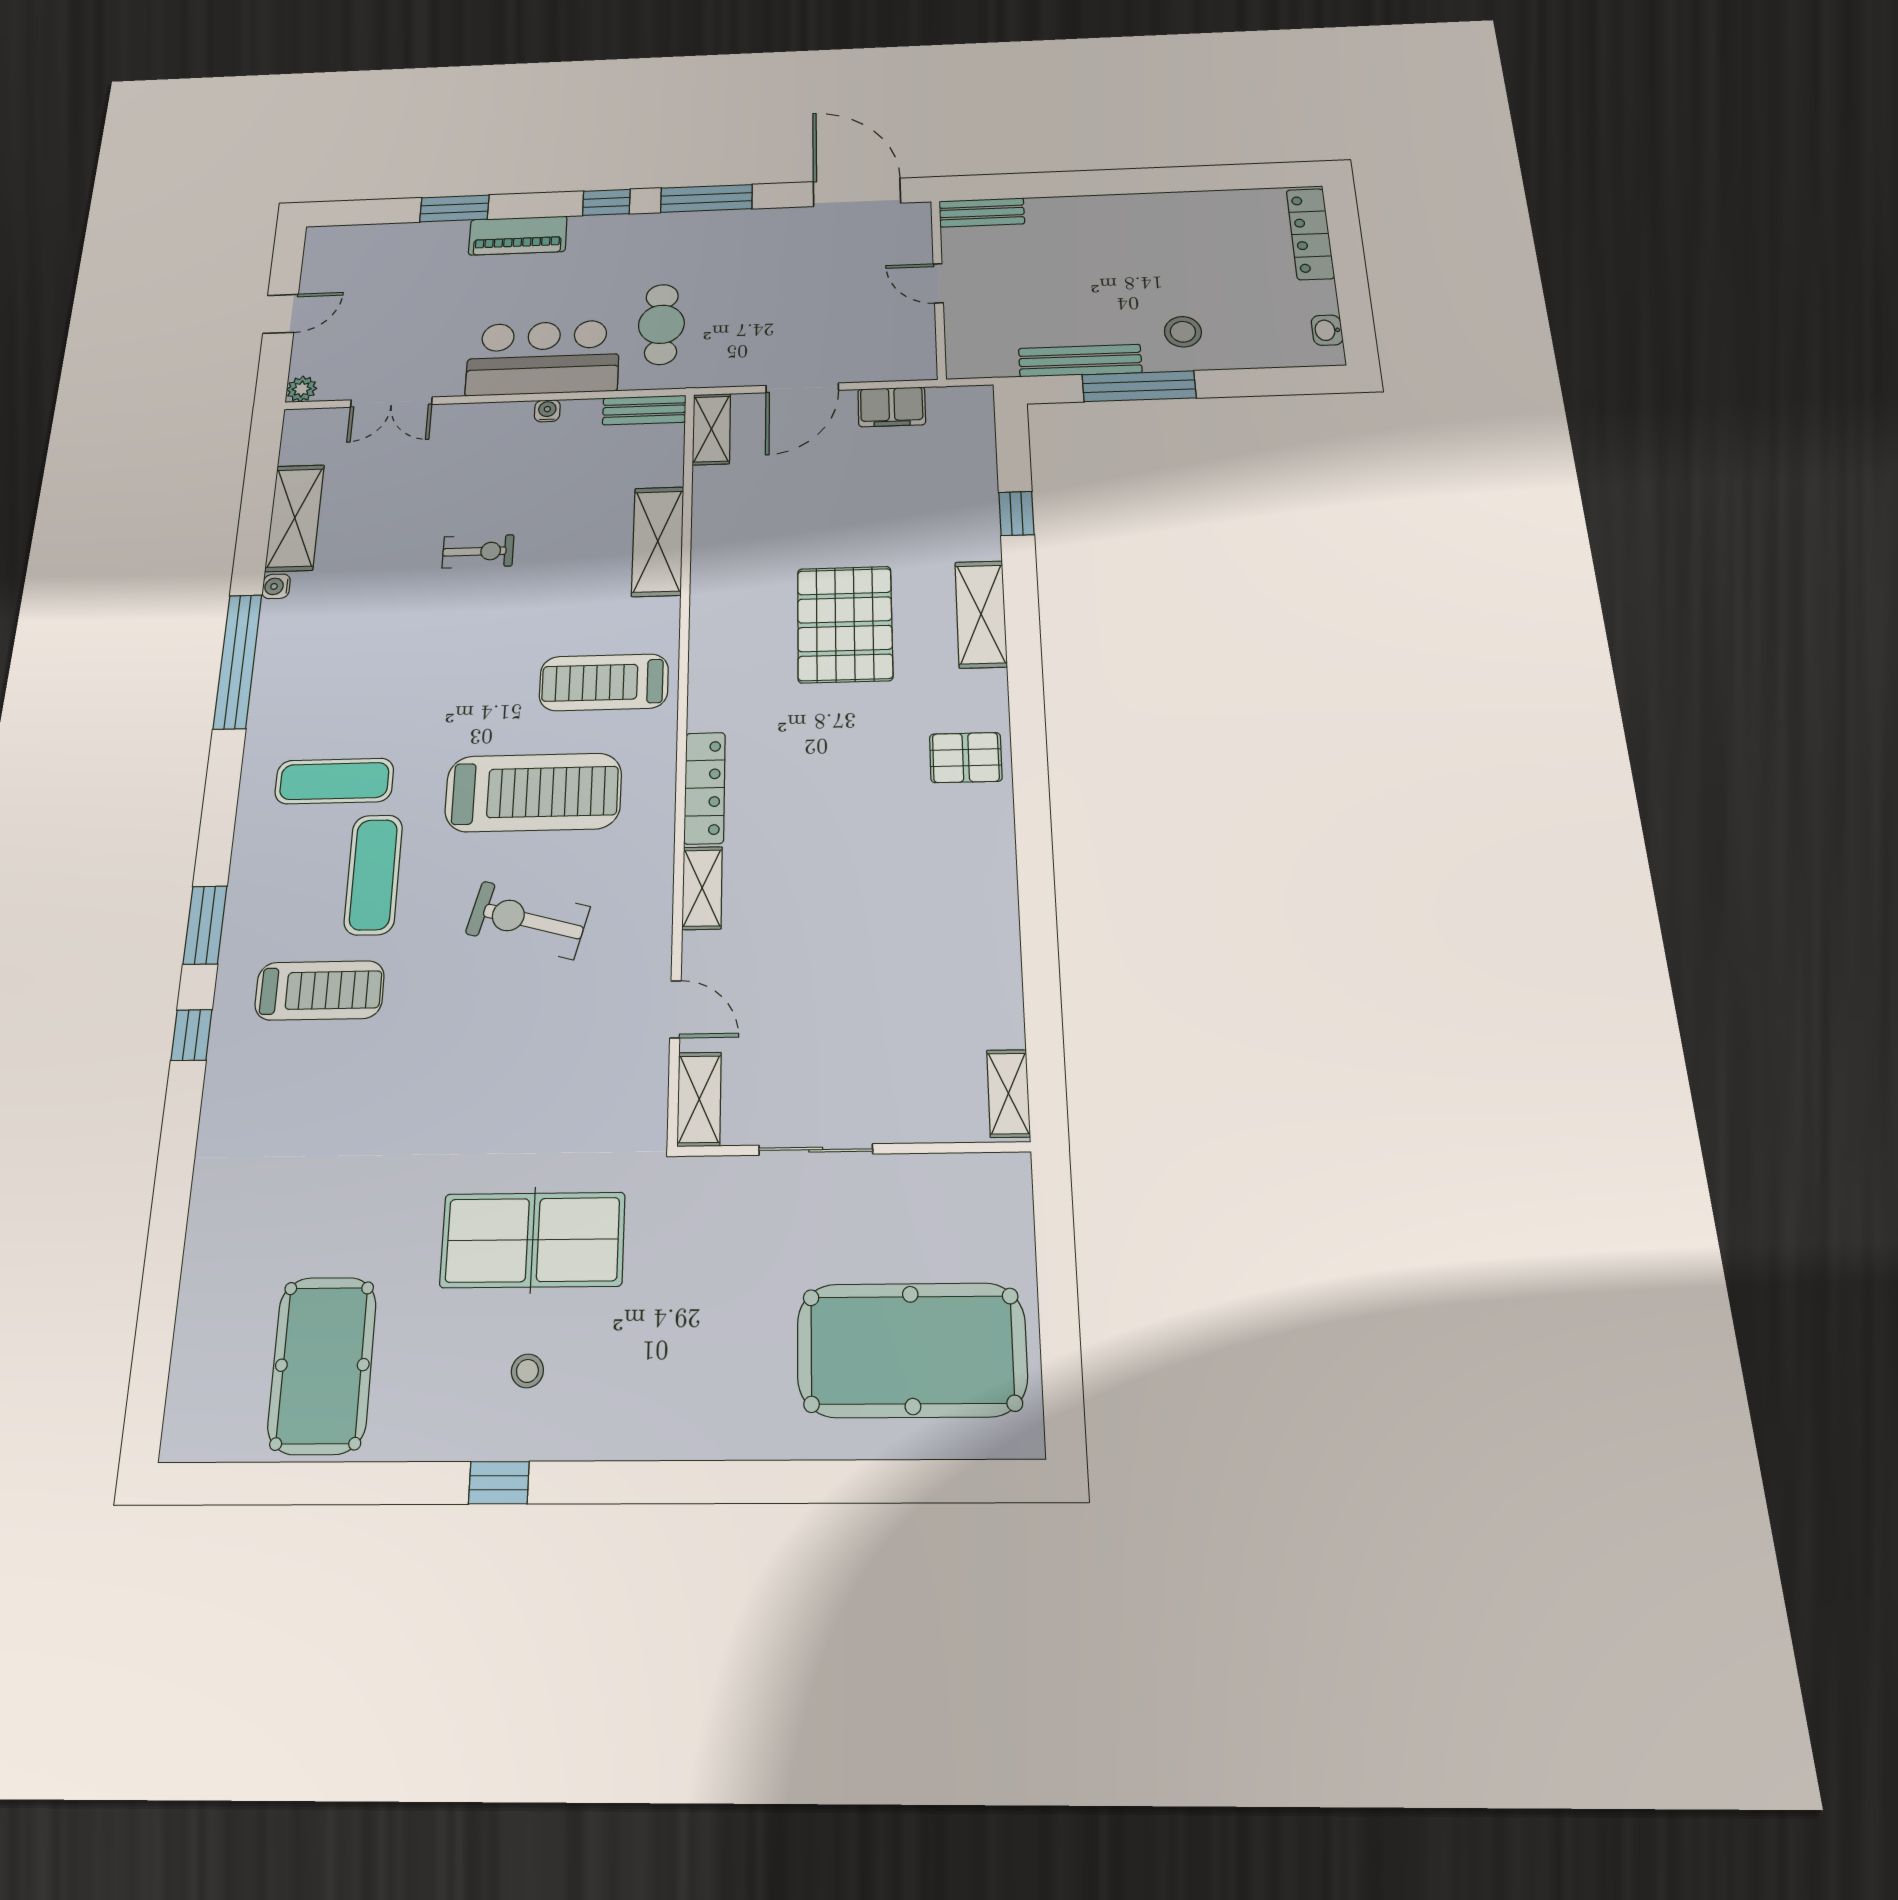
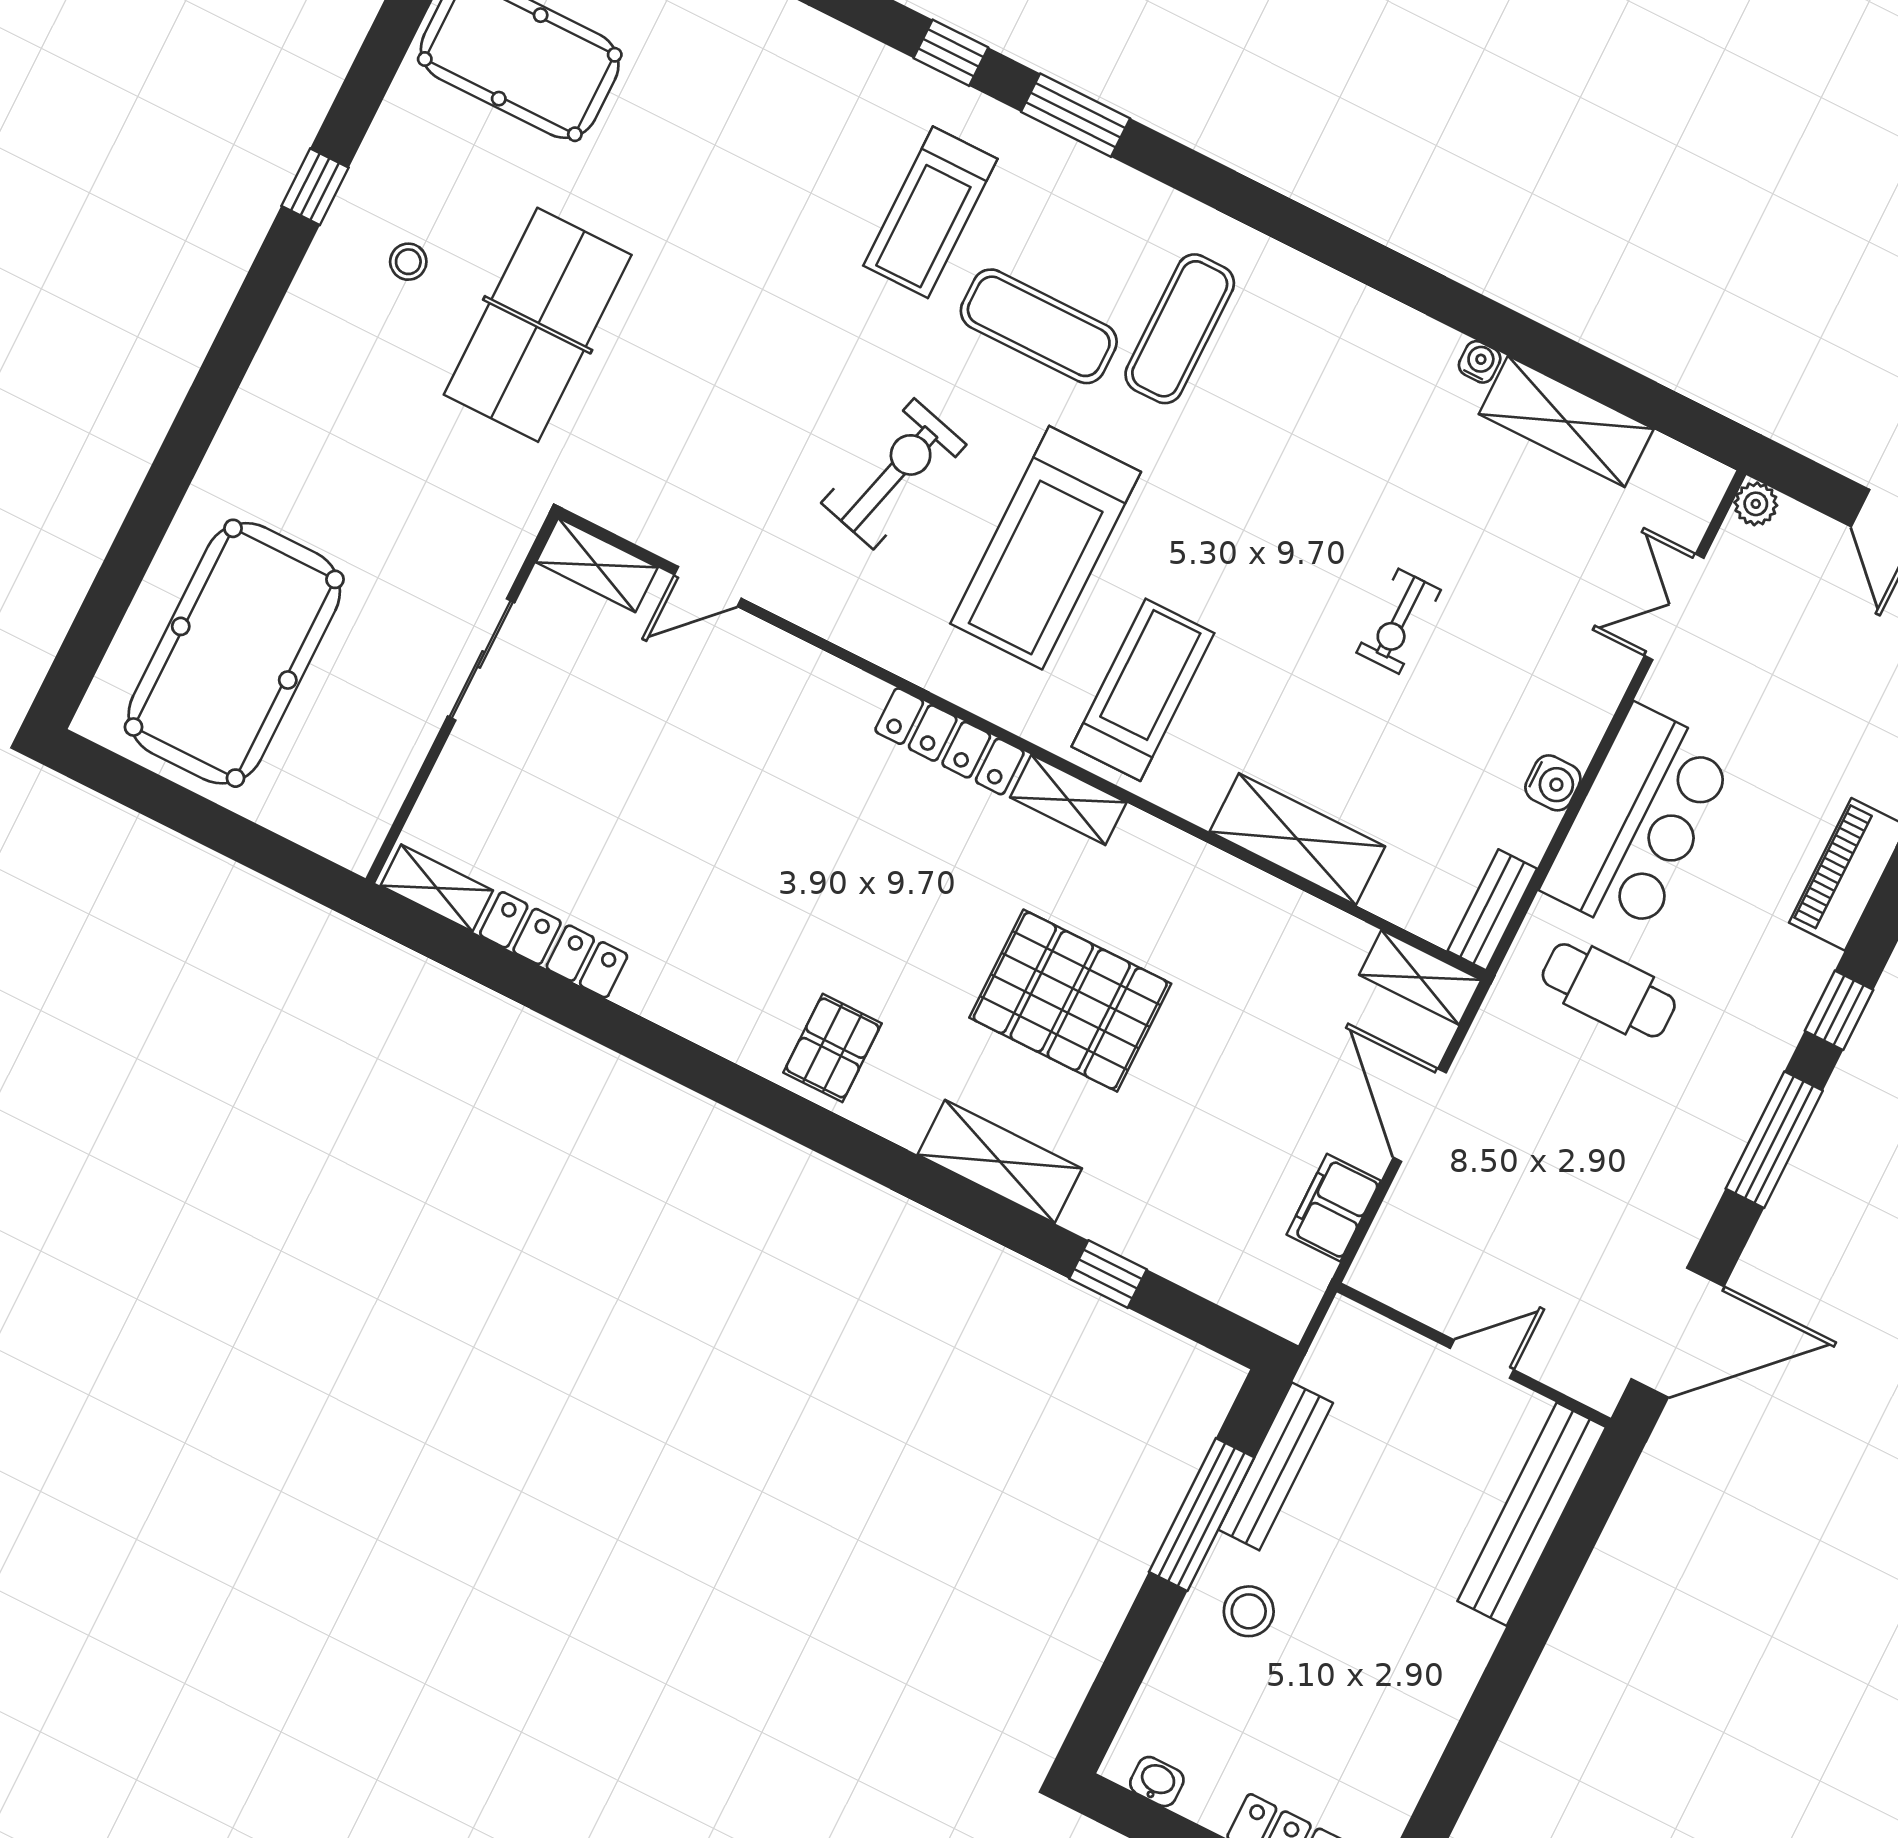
bench: (982, 212) -> (1532, 1514), width x1.86, depth x1.21
water cooler: (547, 411) -> (1553, 783), width x1.38, depth x1.38
window: (238, 661) -> (1399, 277), removed
shelving: (702, 888) -> (1068, 800), moved
locker: (1002, 985) -> (554, 945), added

